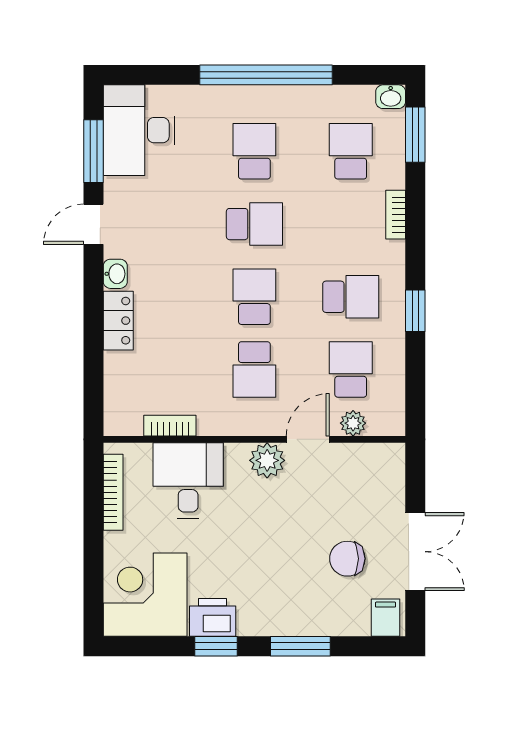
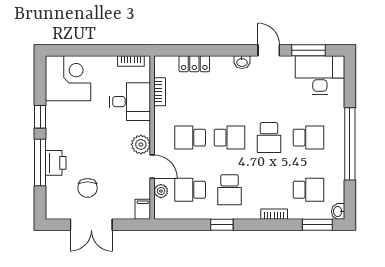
locker: (118, 321) -> (194, 64), moved
school desk: (351, 369) -> (190, 190), turned 180
bookcase: (113, 492) -> (131, 61), width x0.64
chair: (347, 559) -> (88, 188), turned 180
printer: (213, 617) -> (56, 163), moved
filing cabinet: (386, 618) -> (143, 209), moved, turned -90
window: (300, 646) -> (40, 162), width x1.44

